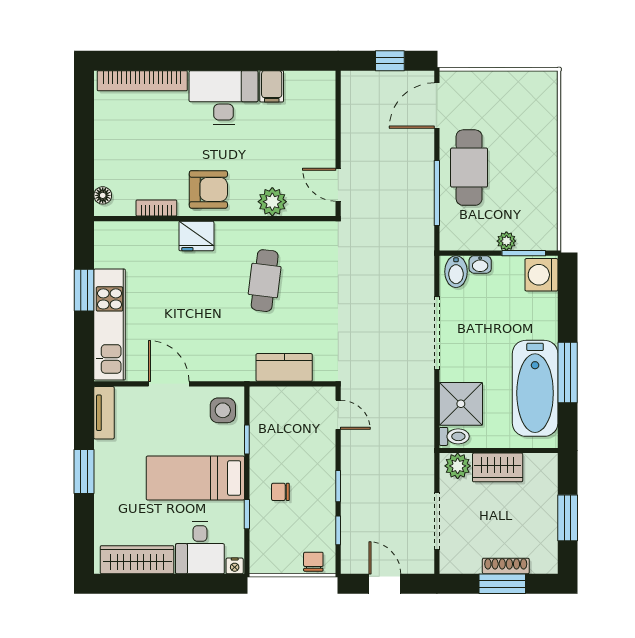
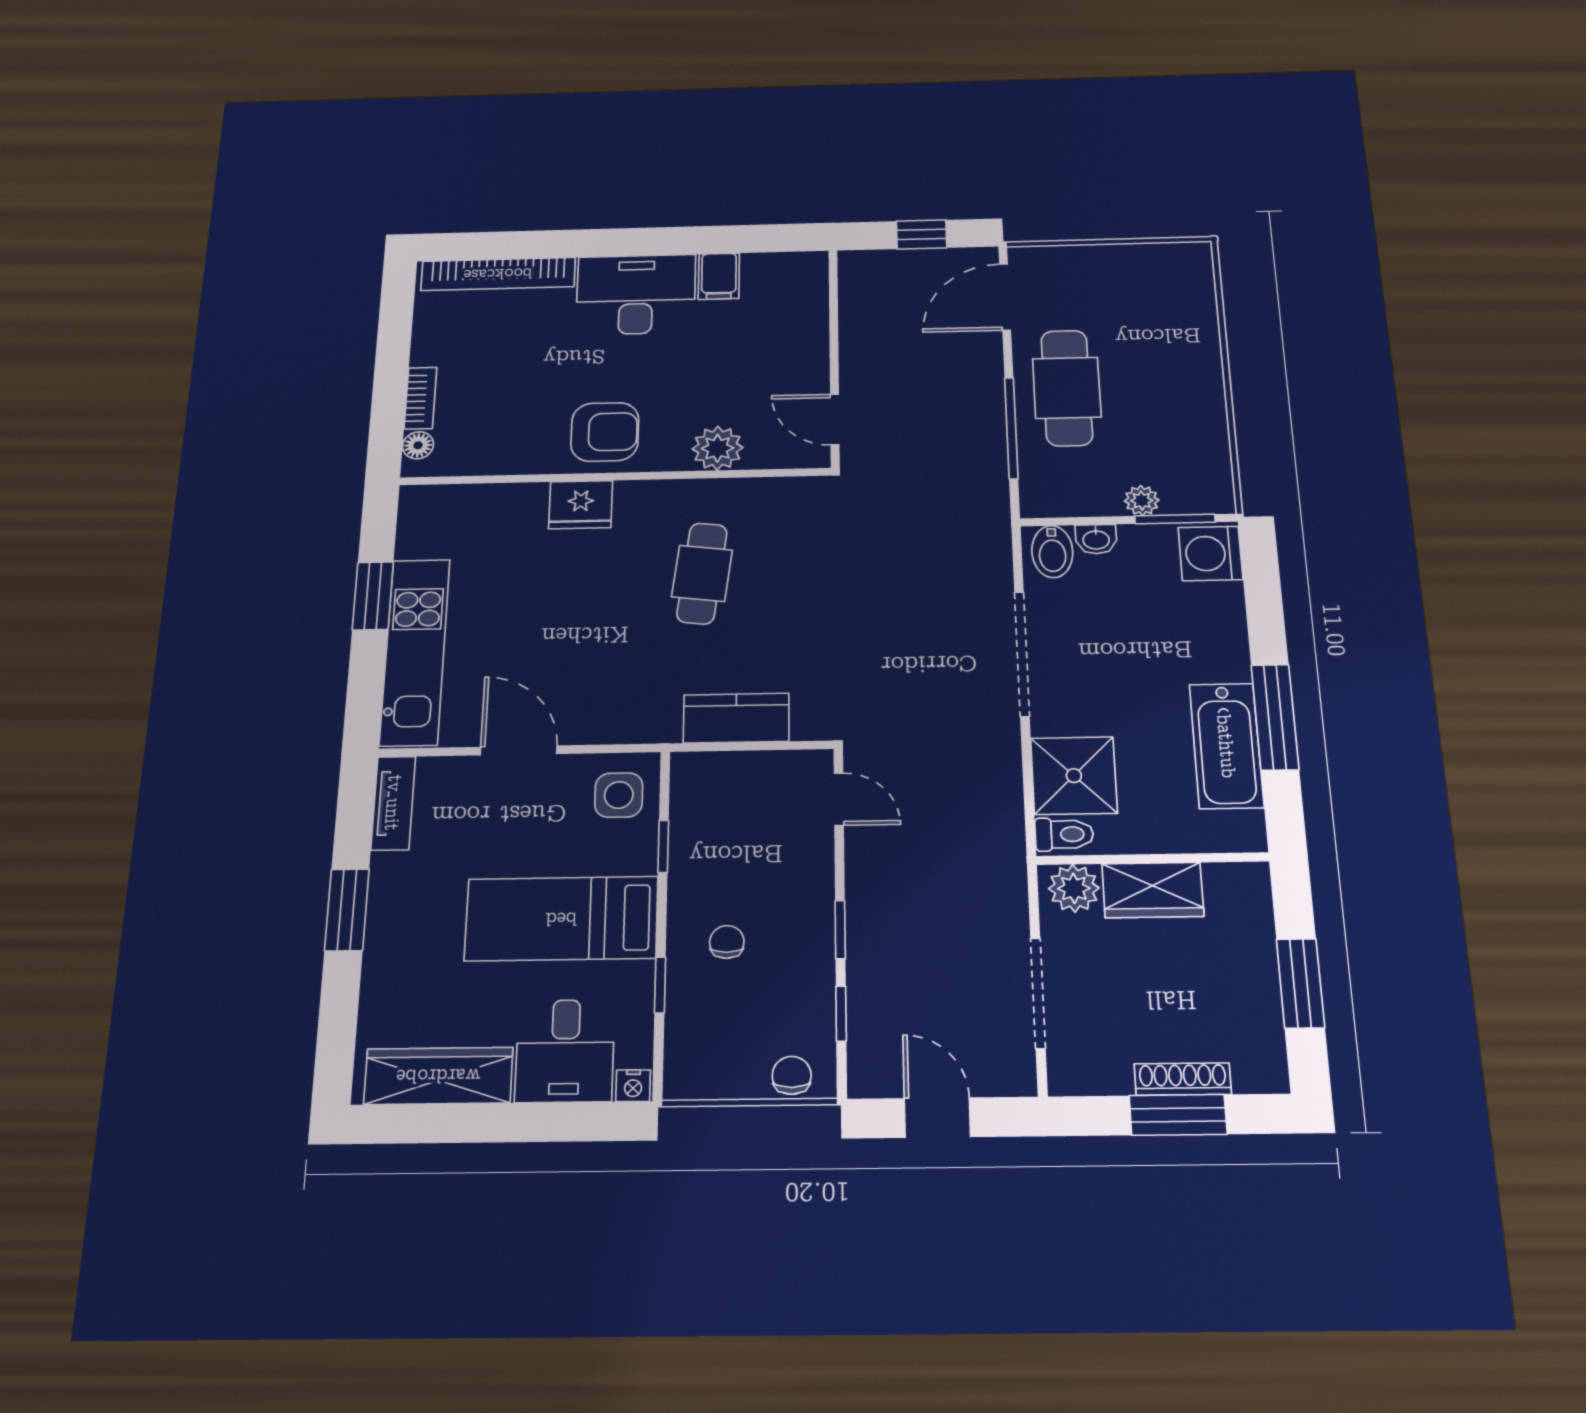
bookcase: (156, 208) -> (420, 398), moved, turned 90
bathtub: (535, 388) -> (1226, 746), width x0.73, depth x0.73
chair: (280, 492) -> (727, 942), turned 90

